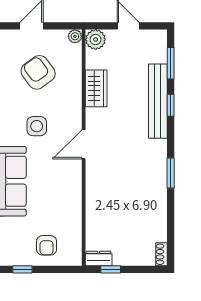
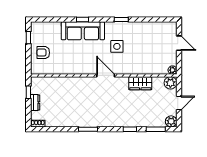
plant: (158, 38) -> (171, 121), added
armchair: (38, 72) -> (150, 47), removed
bench: (158, 101) -> (132, 121), removed
dresser: (99, 258) -> (35, 103), moved

